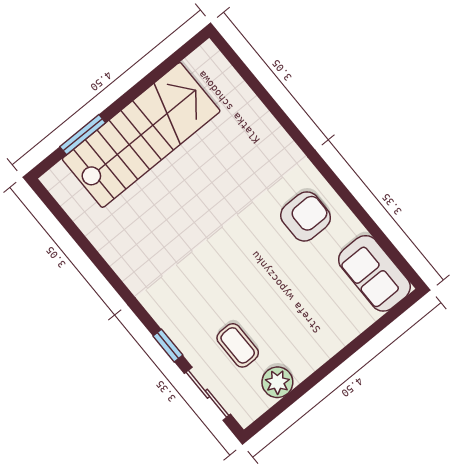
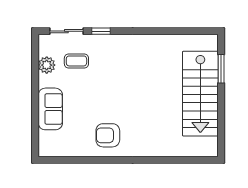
armchair: (306, 216) -> (108, 135), turned 90
sofa: (374, 273) -> (50, 109), moved, turned 90

